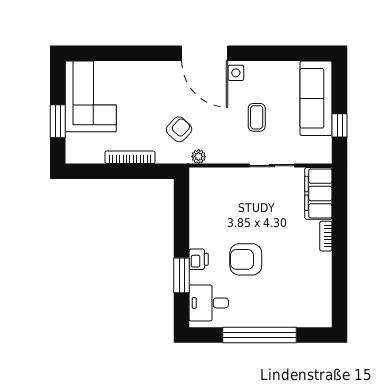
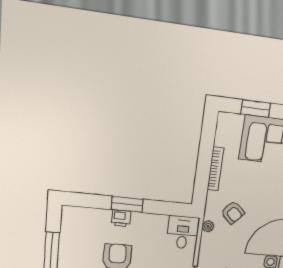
window: (182, 275) -> (127, 204), moved
desk: (209, 303) -> (183, 232), moved

